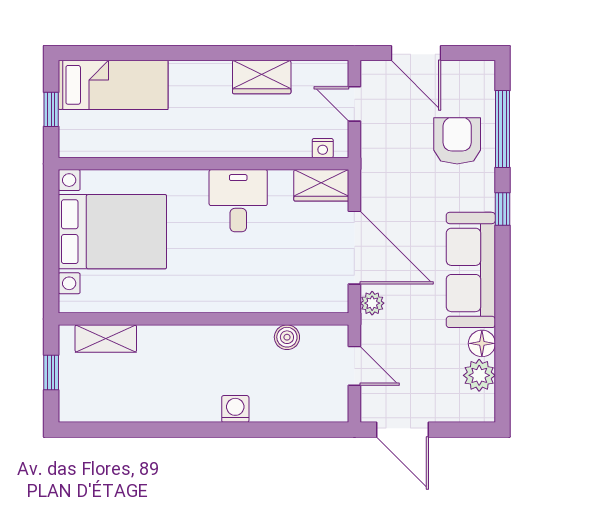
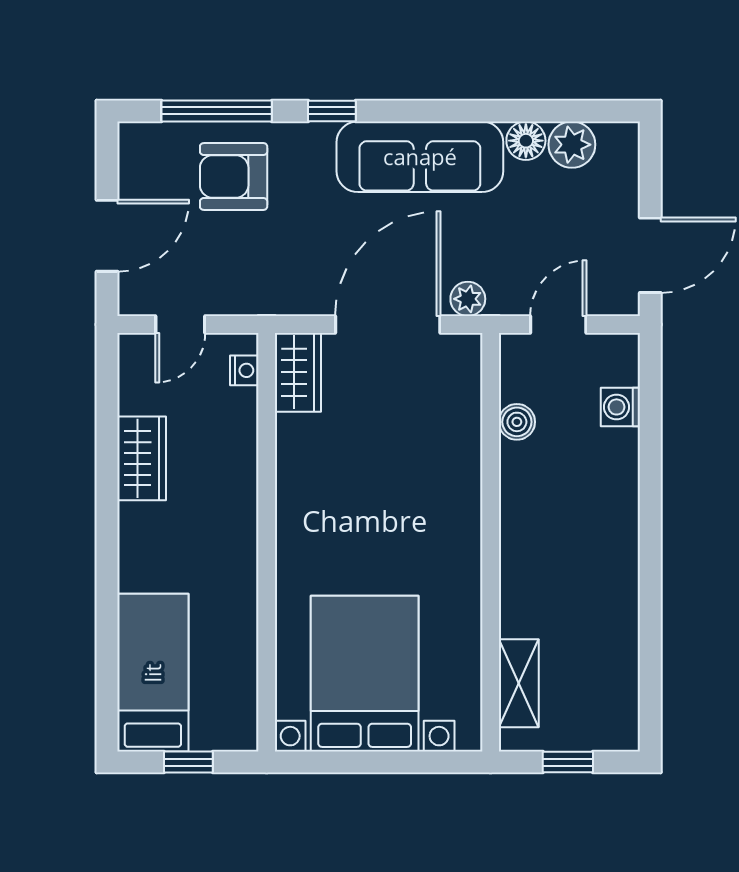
desk: (238, 201) -> (320, 492), removed
washing machine: (235, 409) -> (620, 407), moved

